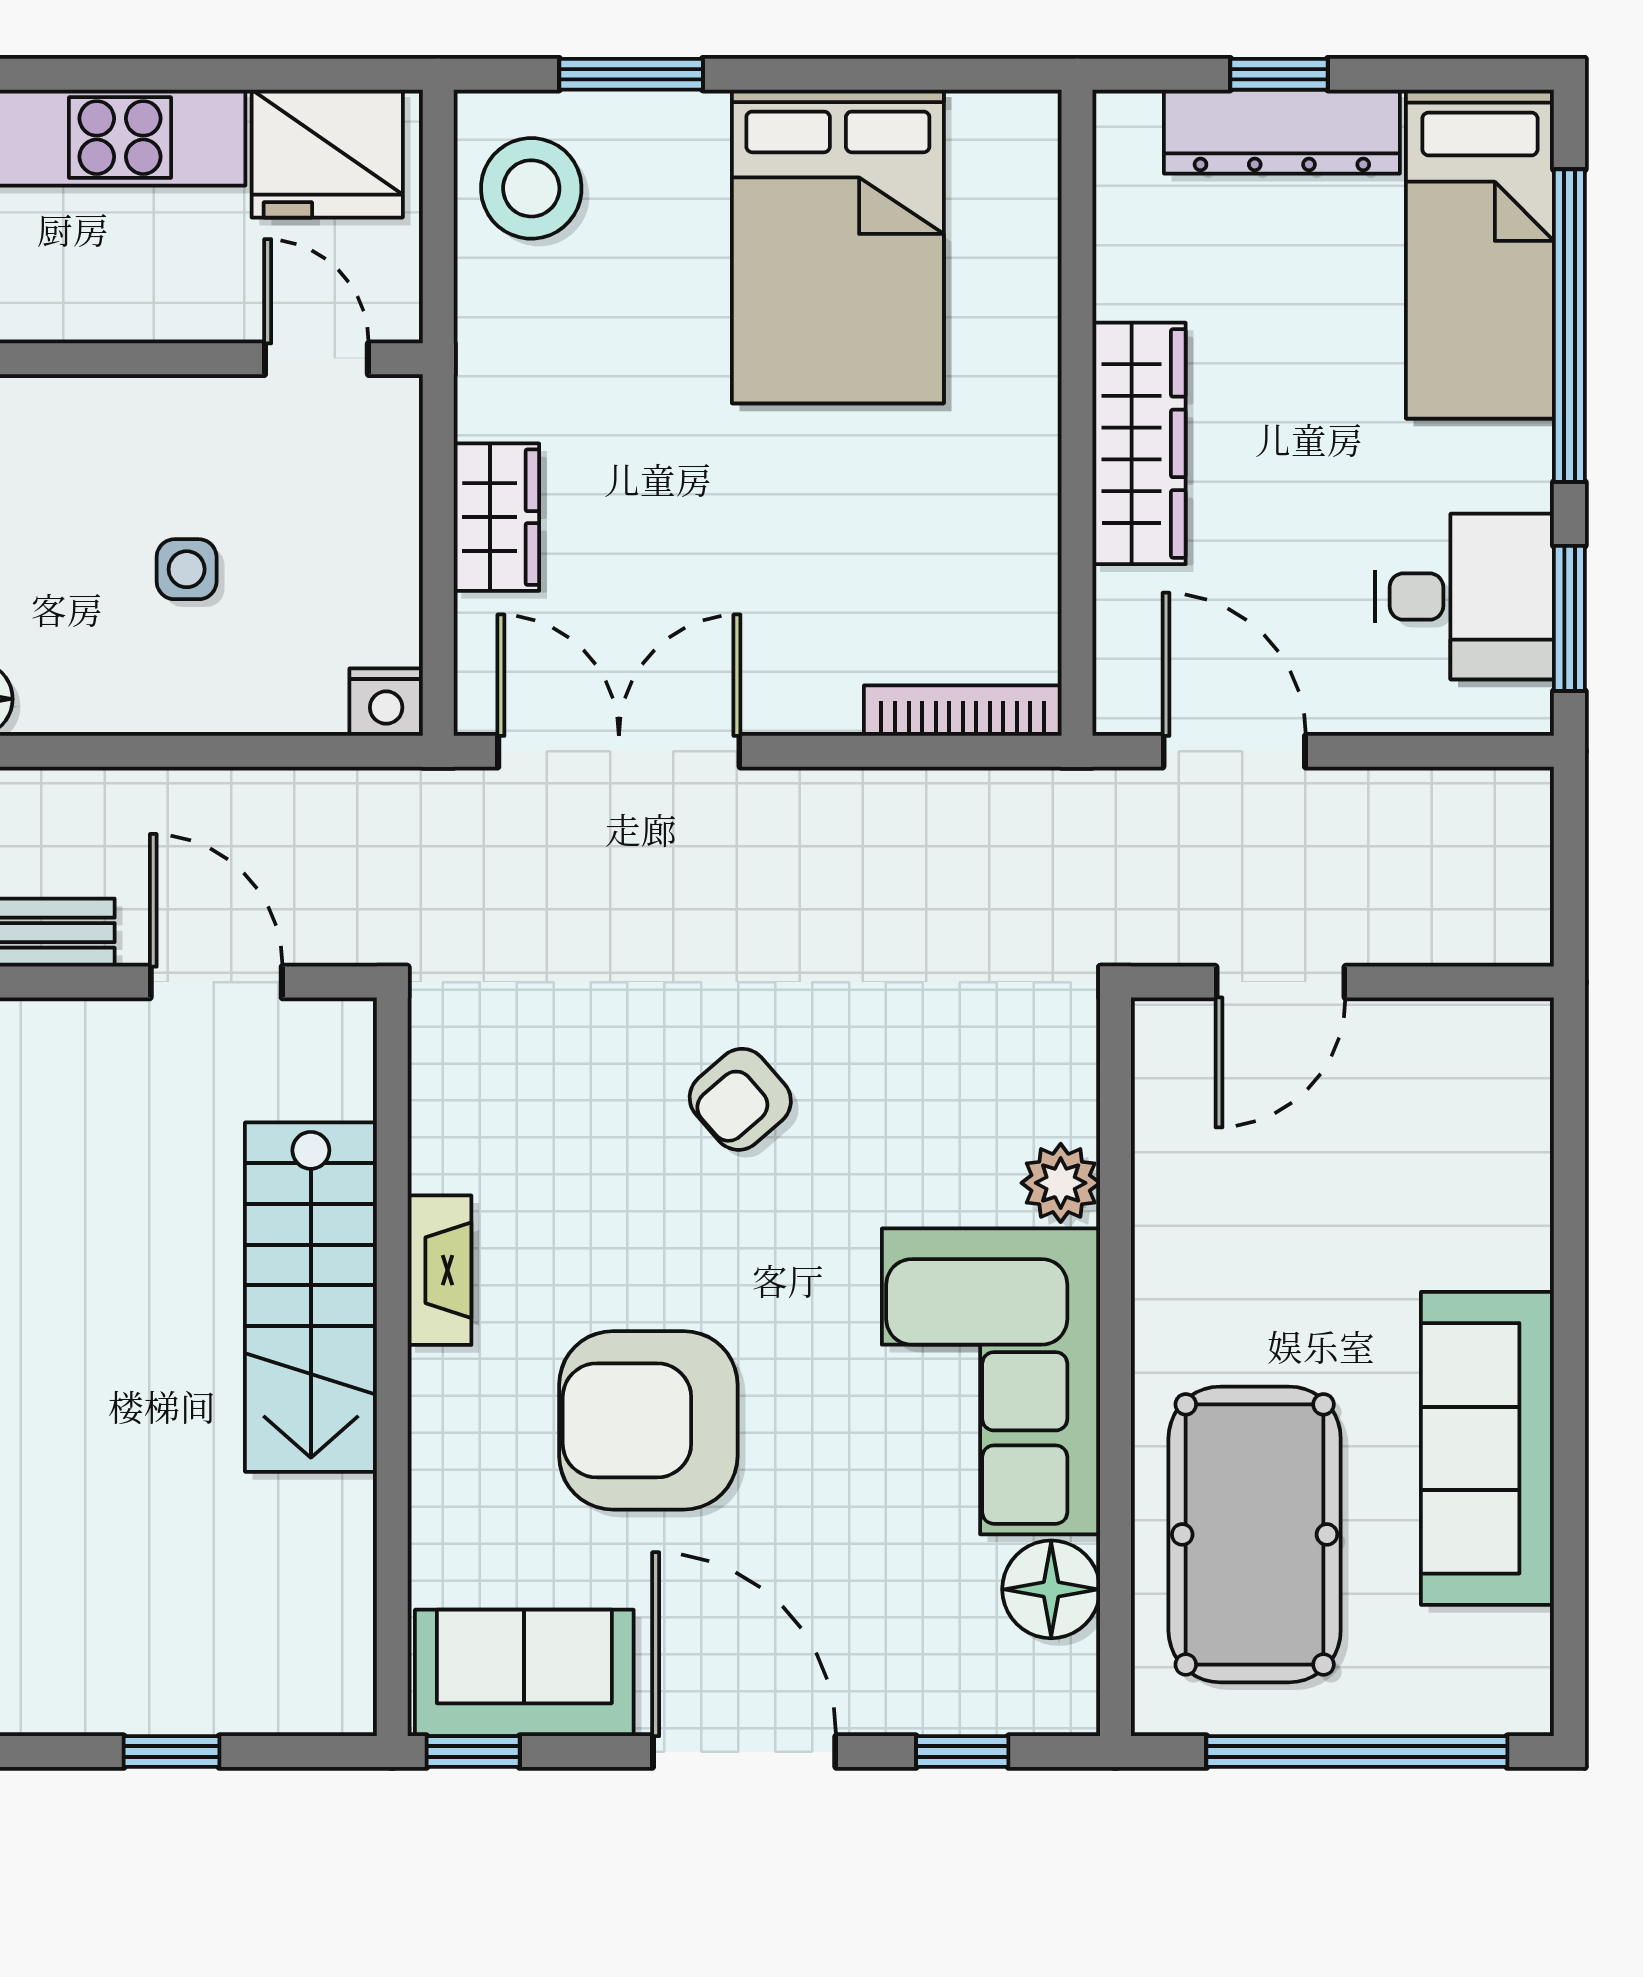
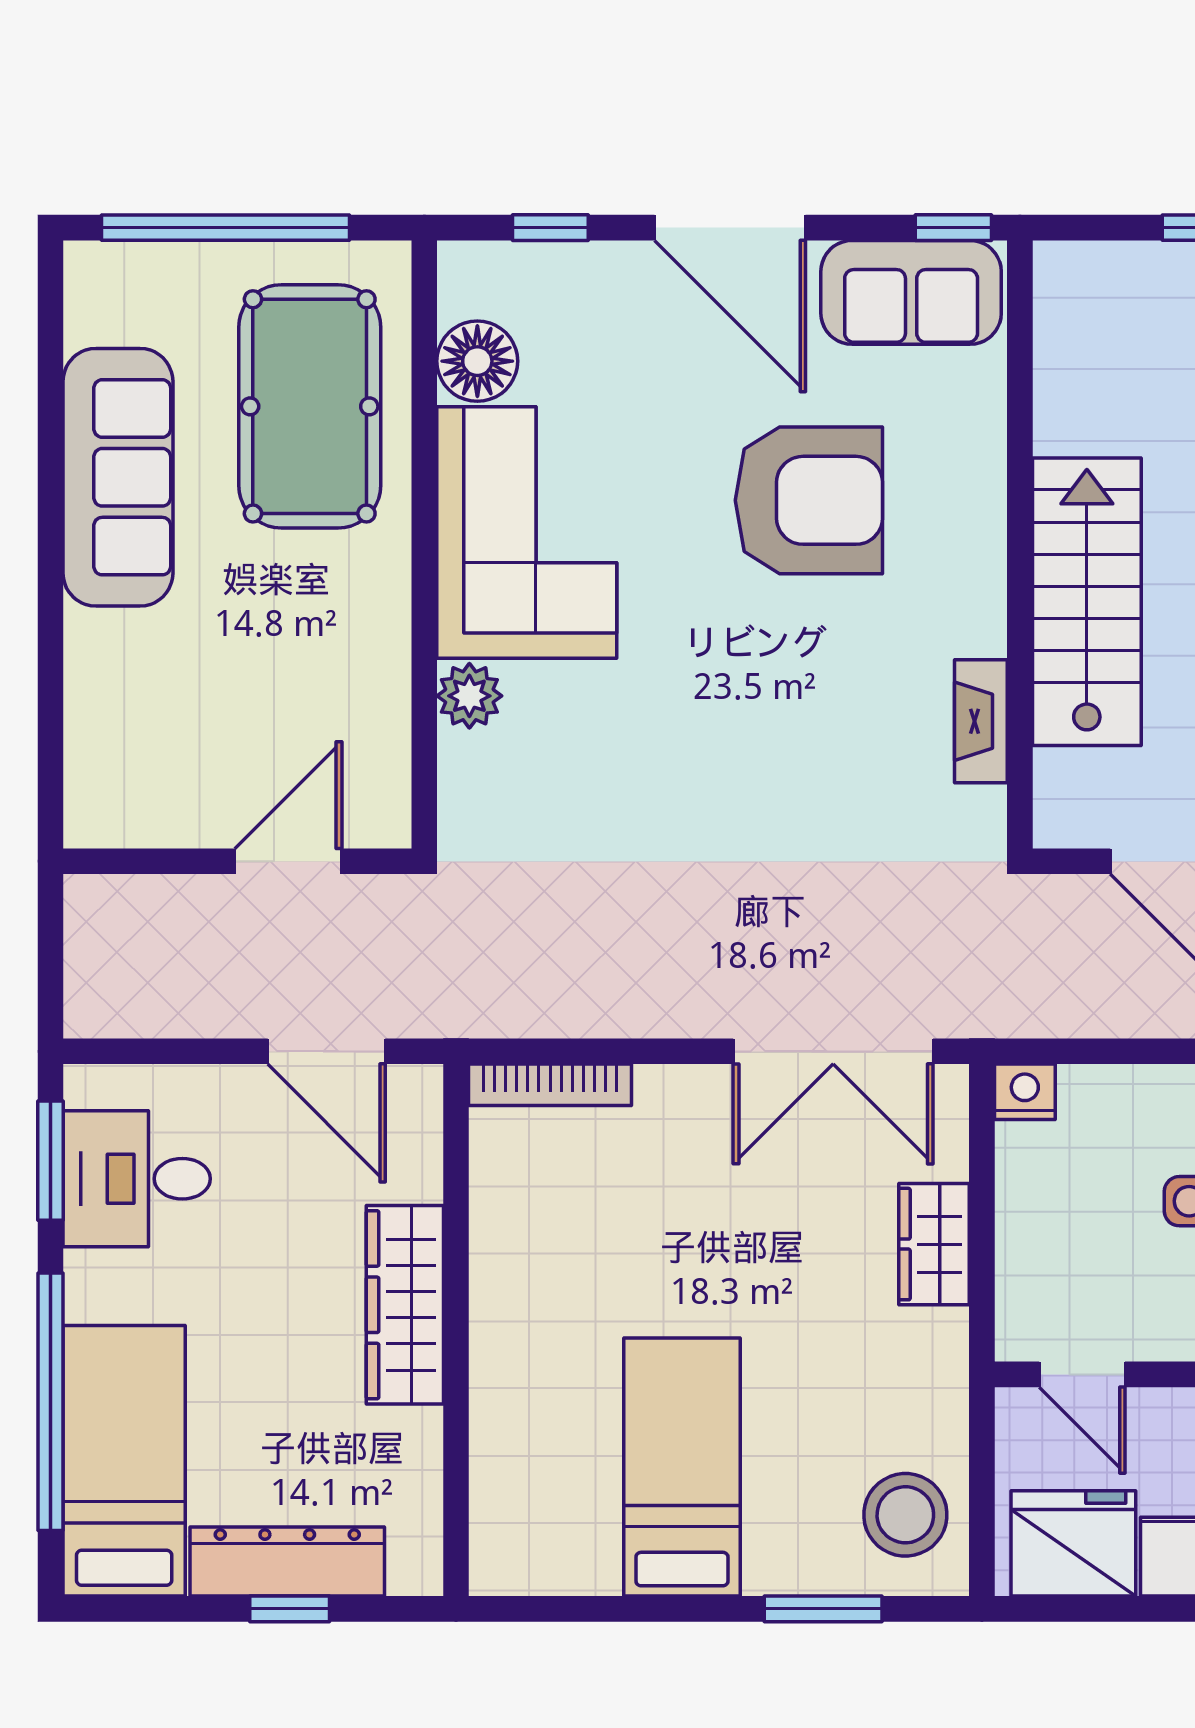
bed: (838, 246) -> (682, 1467), width x0.67
armchair: (740, 1099) -> (733, 765), removed
fireplace: (439, 1270) -> (981, 721), moved

